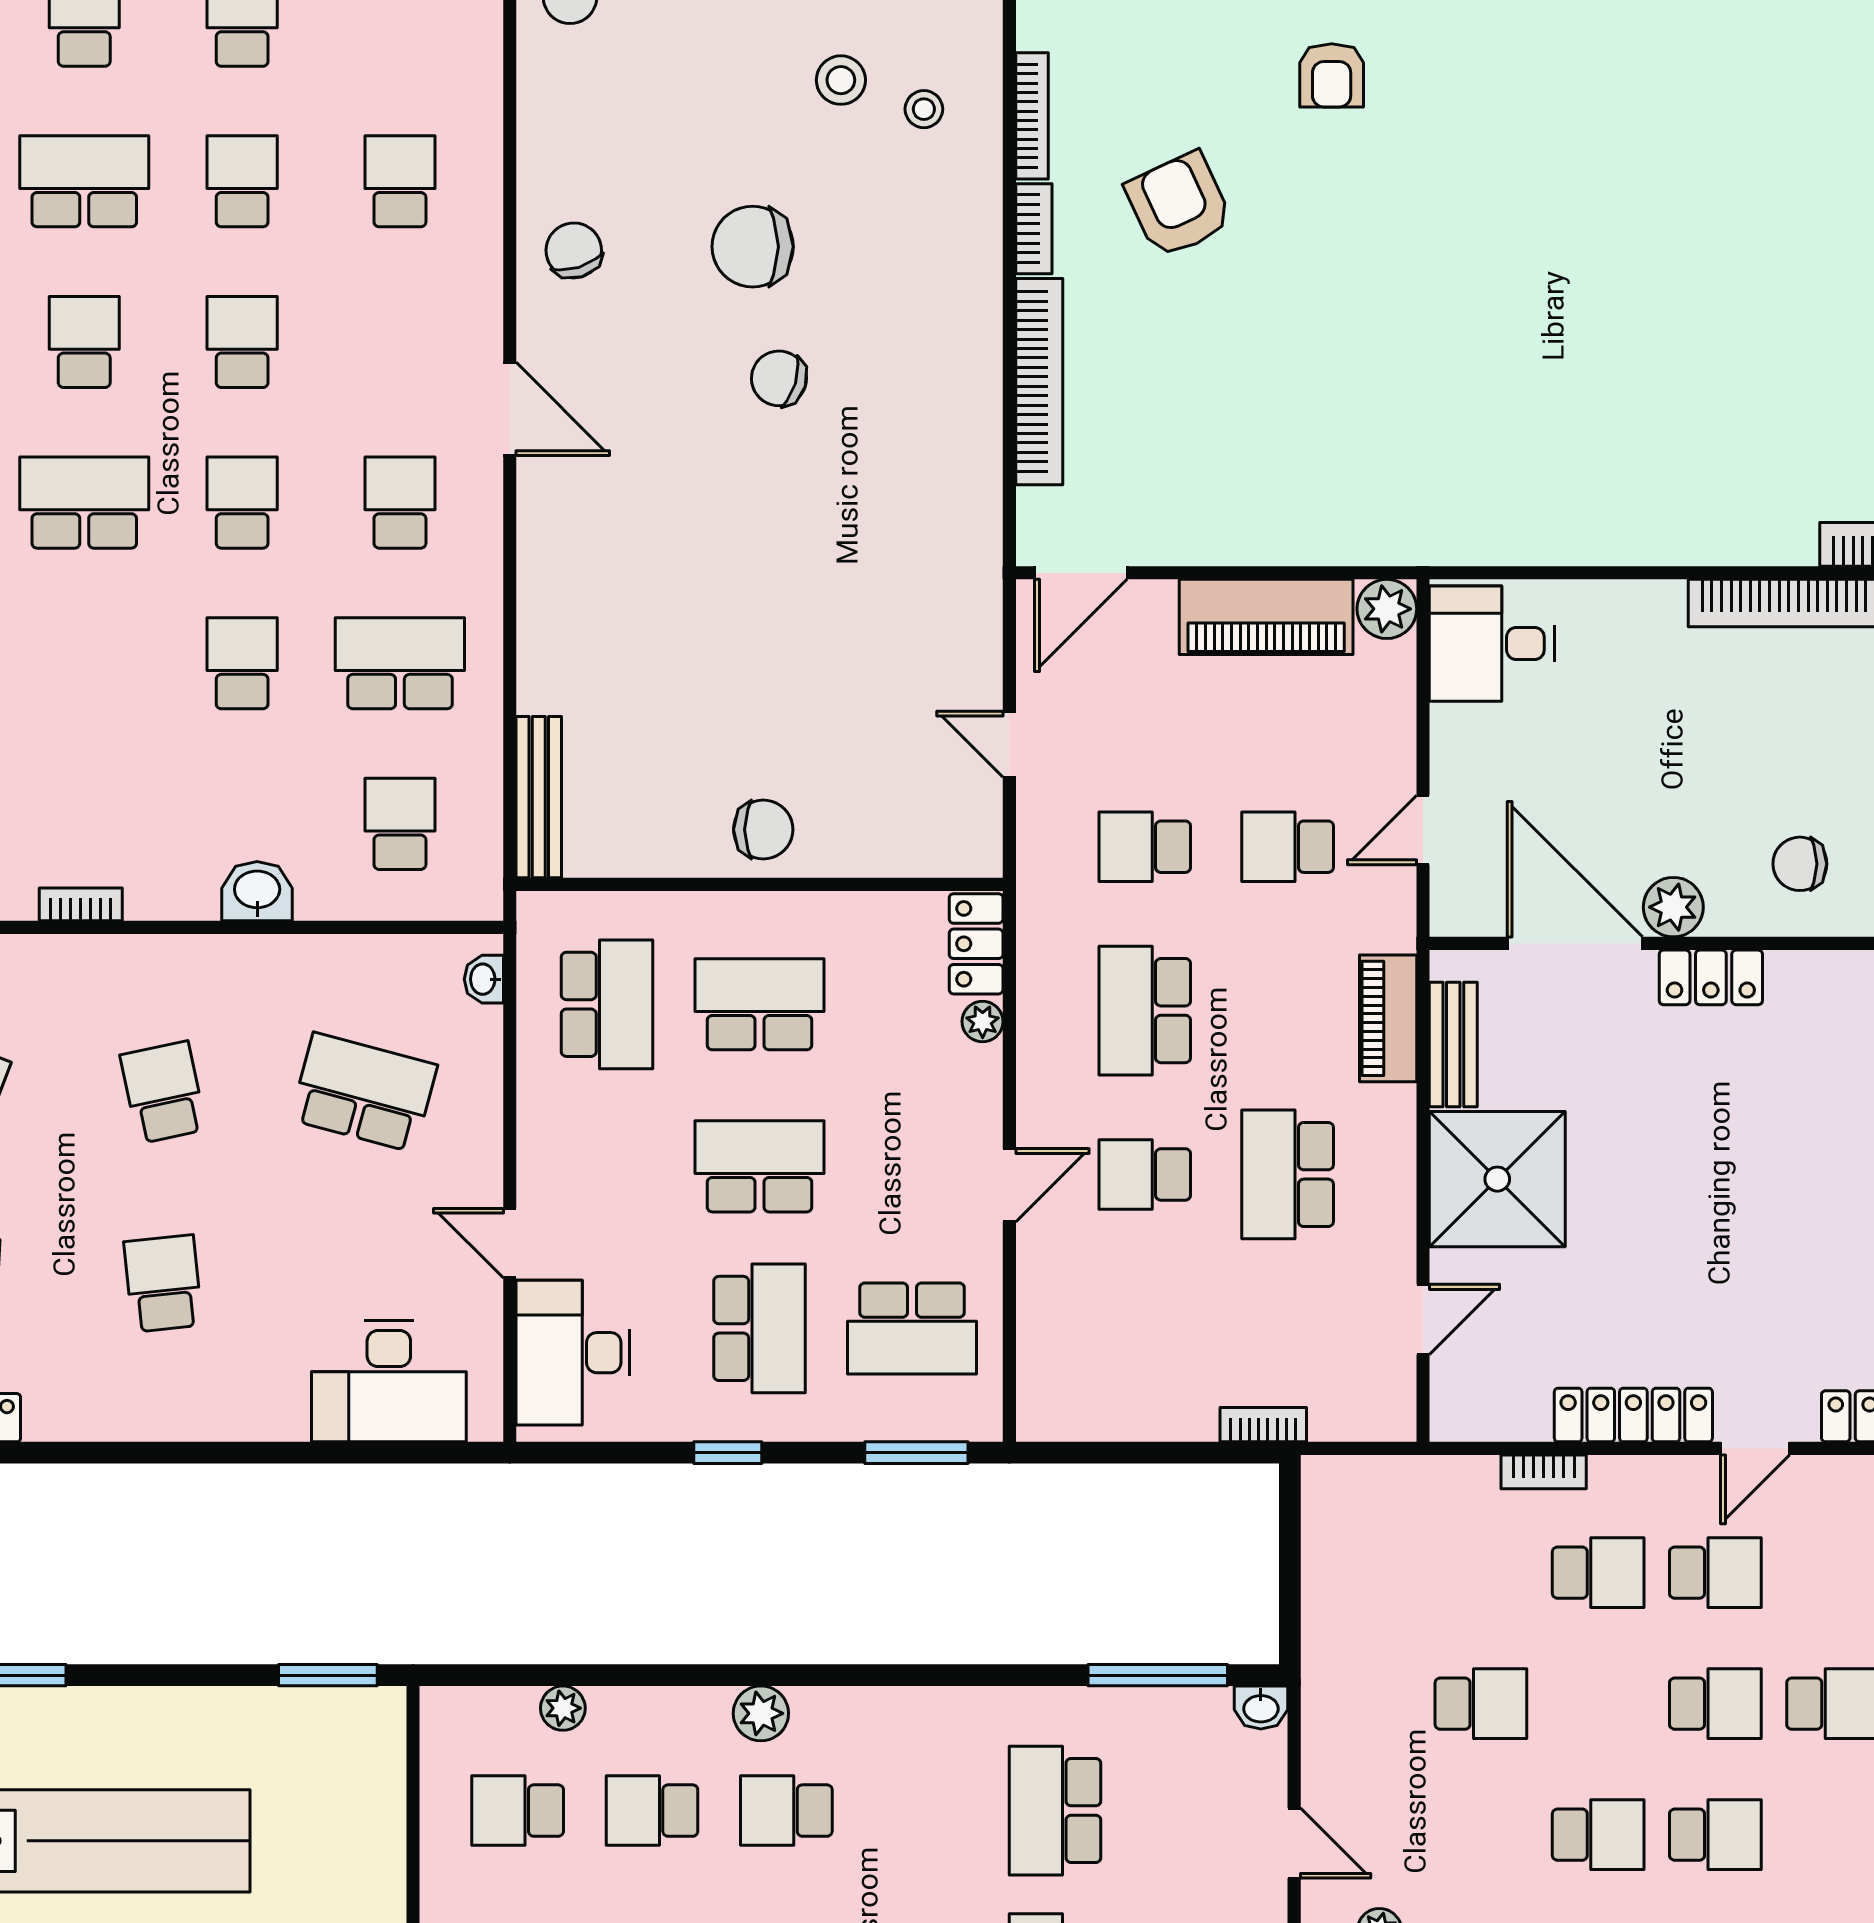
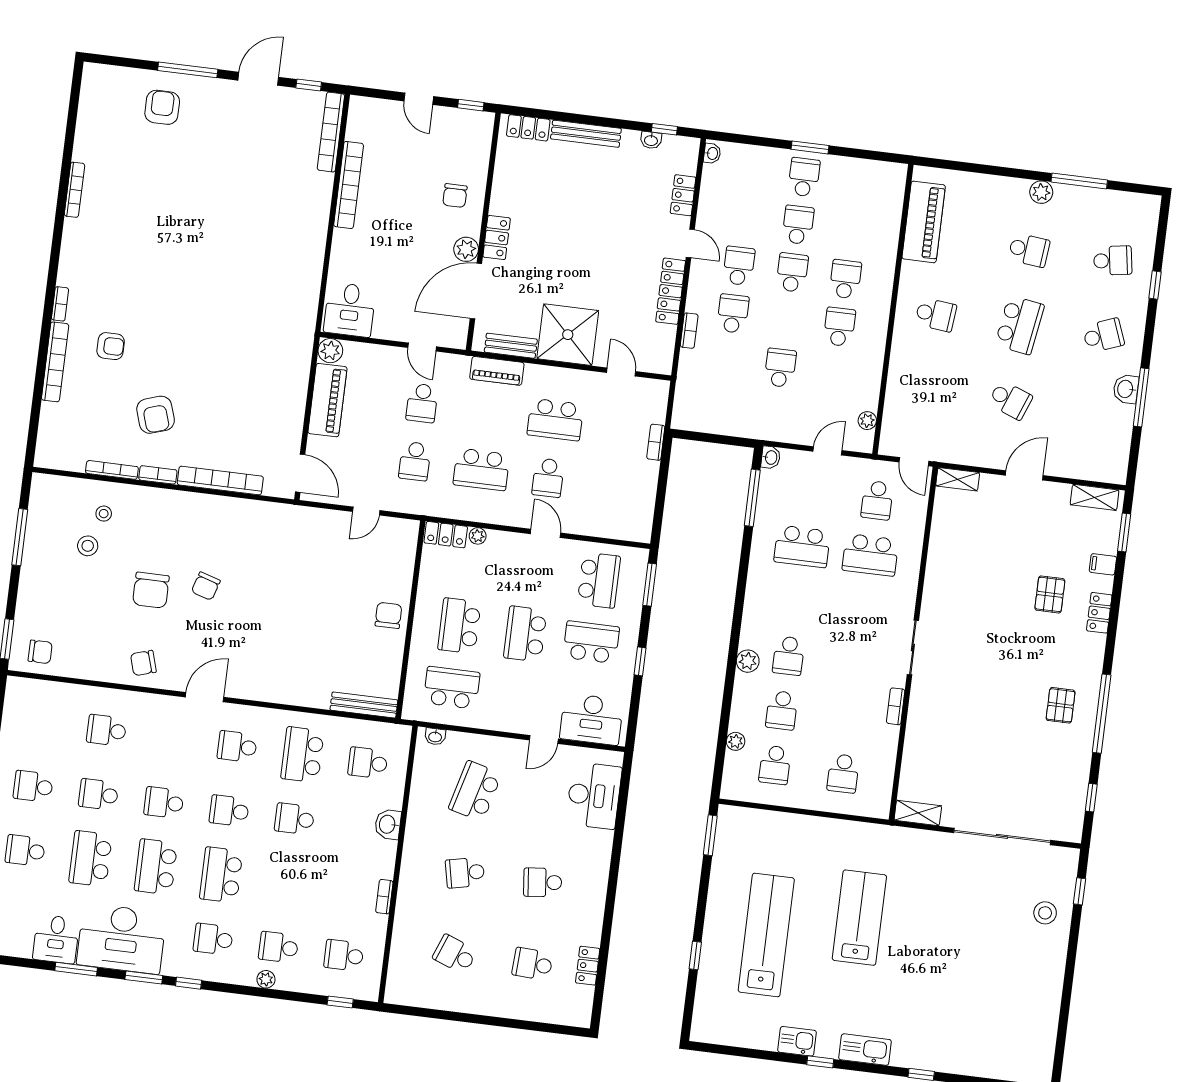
armchair: (1179, 205) -> (156, 415), turned -83
school desk: (84, 342) -> (156, 867), width x1.85

